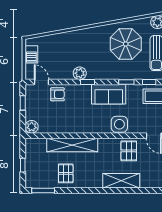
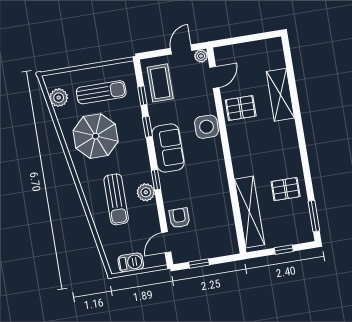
sun lounger: (78, 51) -> (116, 199), added
plant: (32, 127) -> (230, 246), removed
shelving: (72, 145) -> (249, 212), moved
shelving: (121, 181) -> (280, 95), moved

